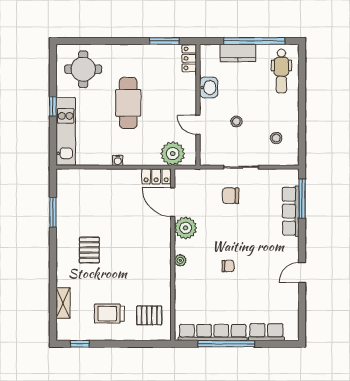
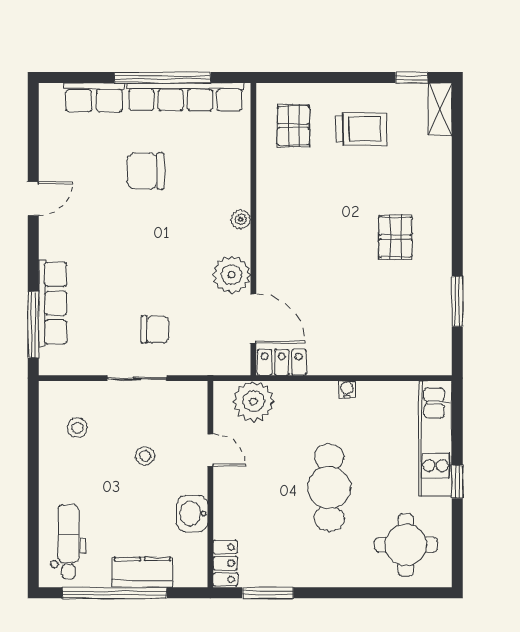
chair: (228, 266) -> (146, 171), moved, width x1.87, depth x1.87
shelving: (63, 303) -> (440, 109), moved
pallet: (149, 315) -> (293, 126), turned 90

